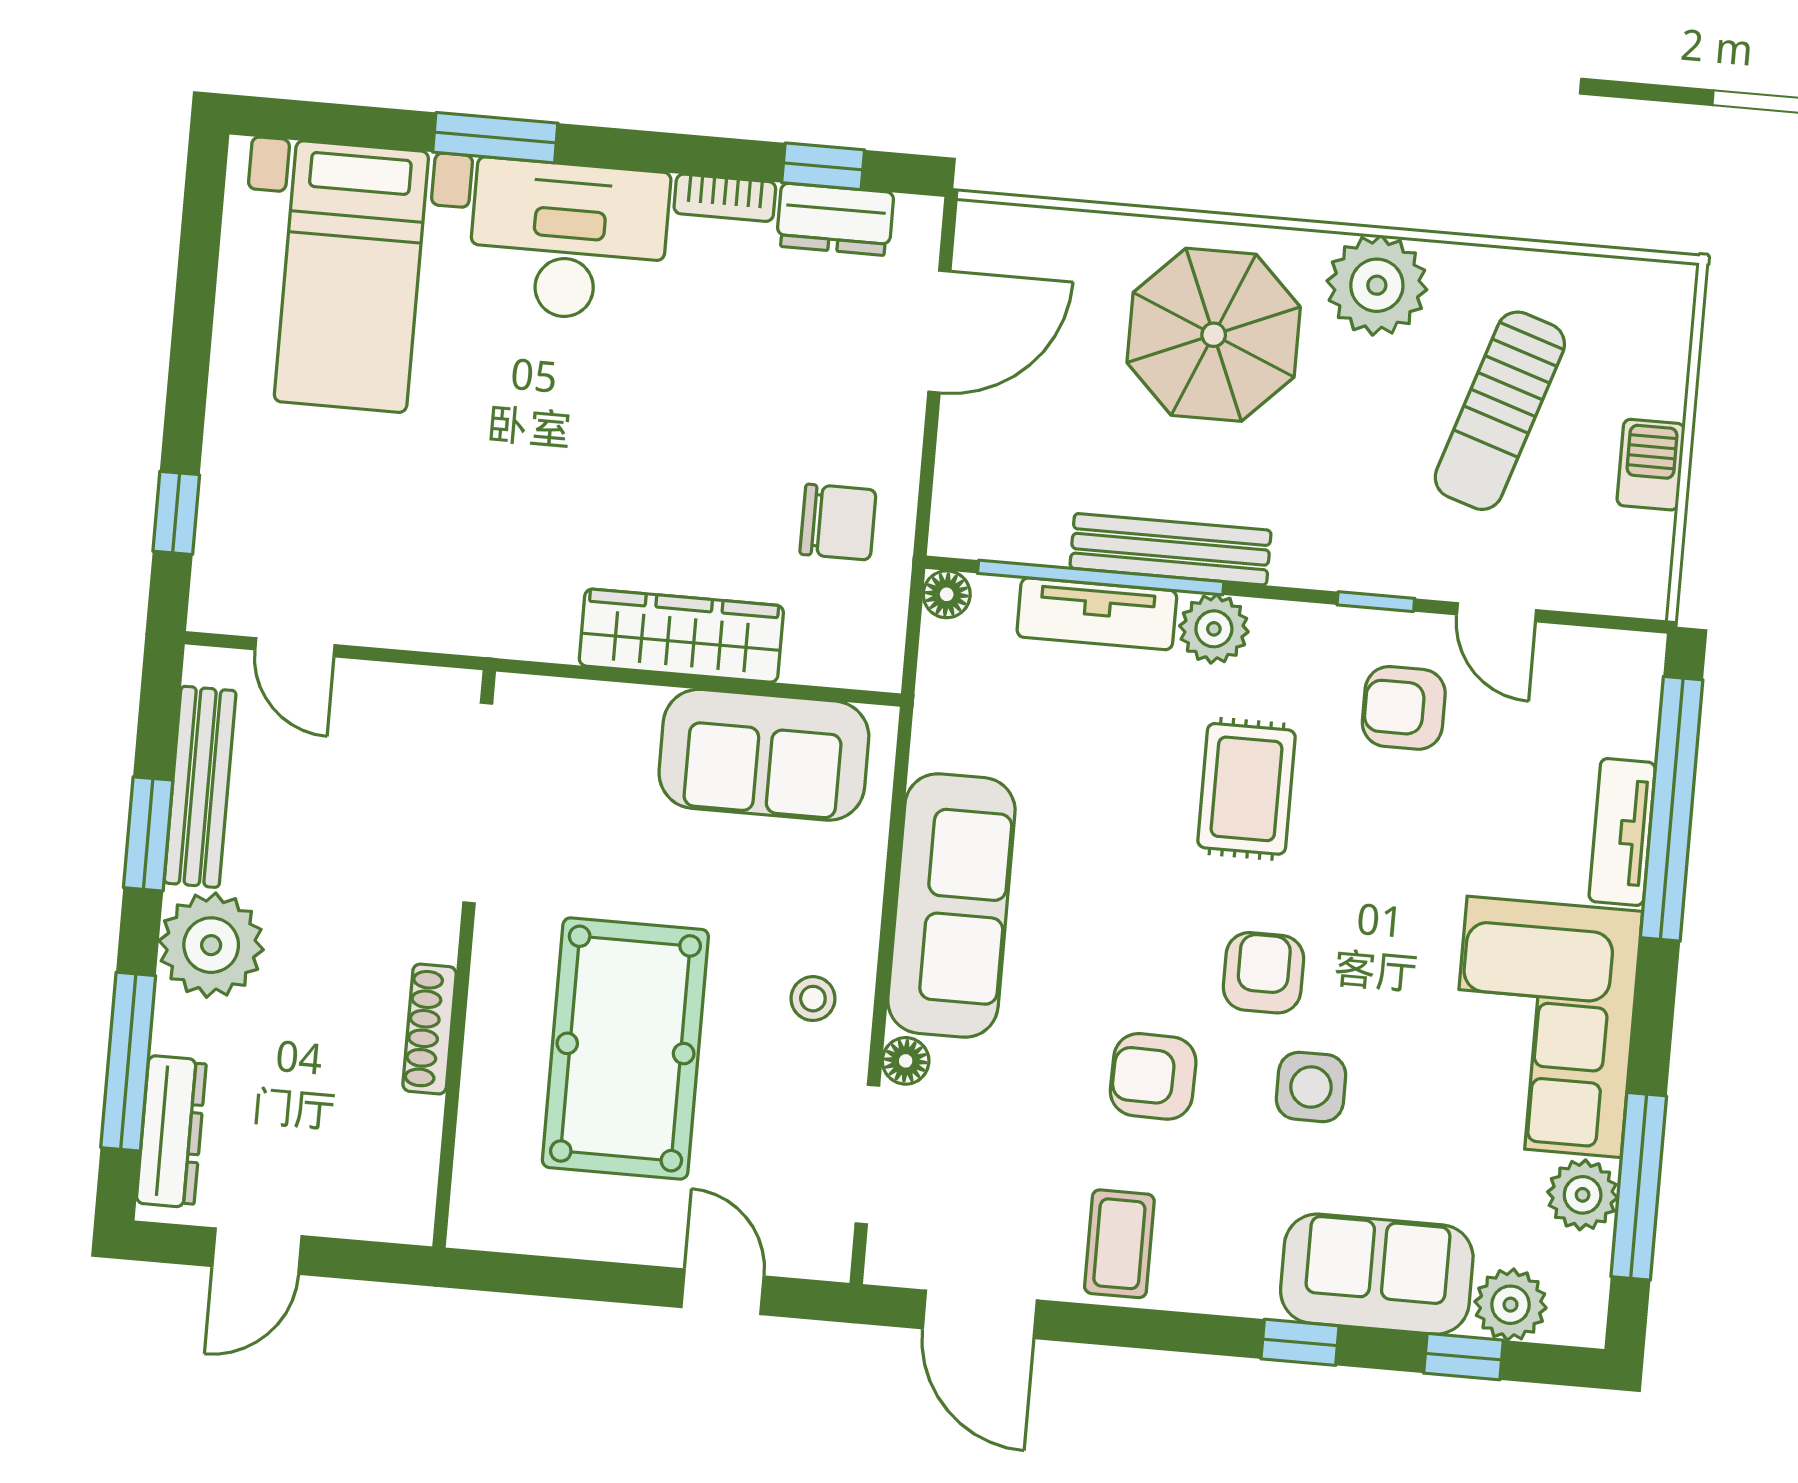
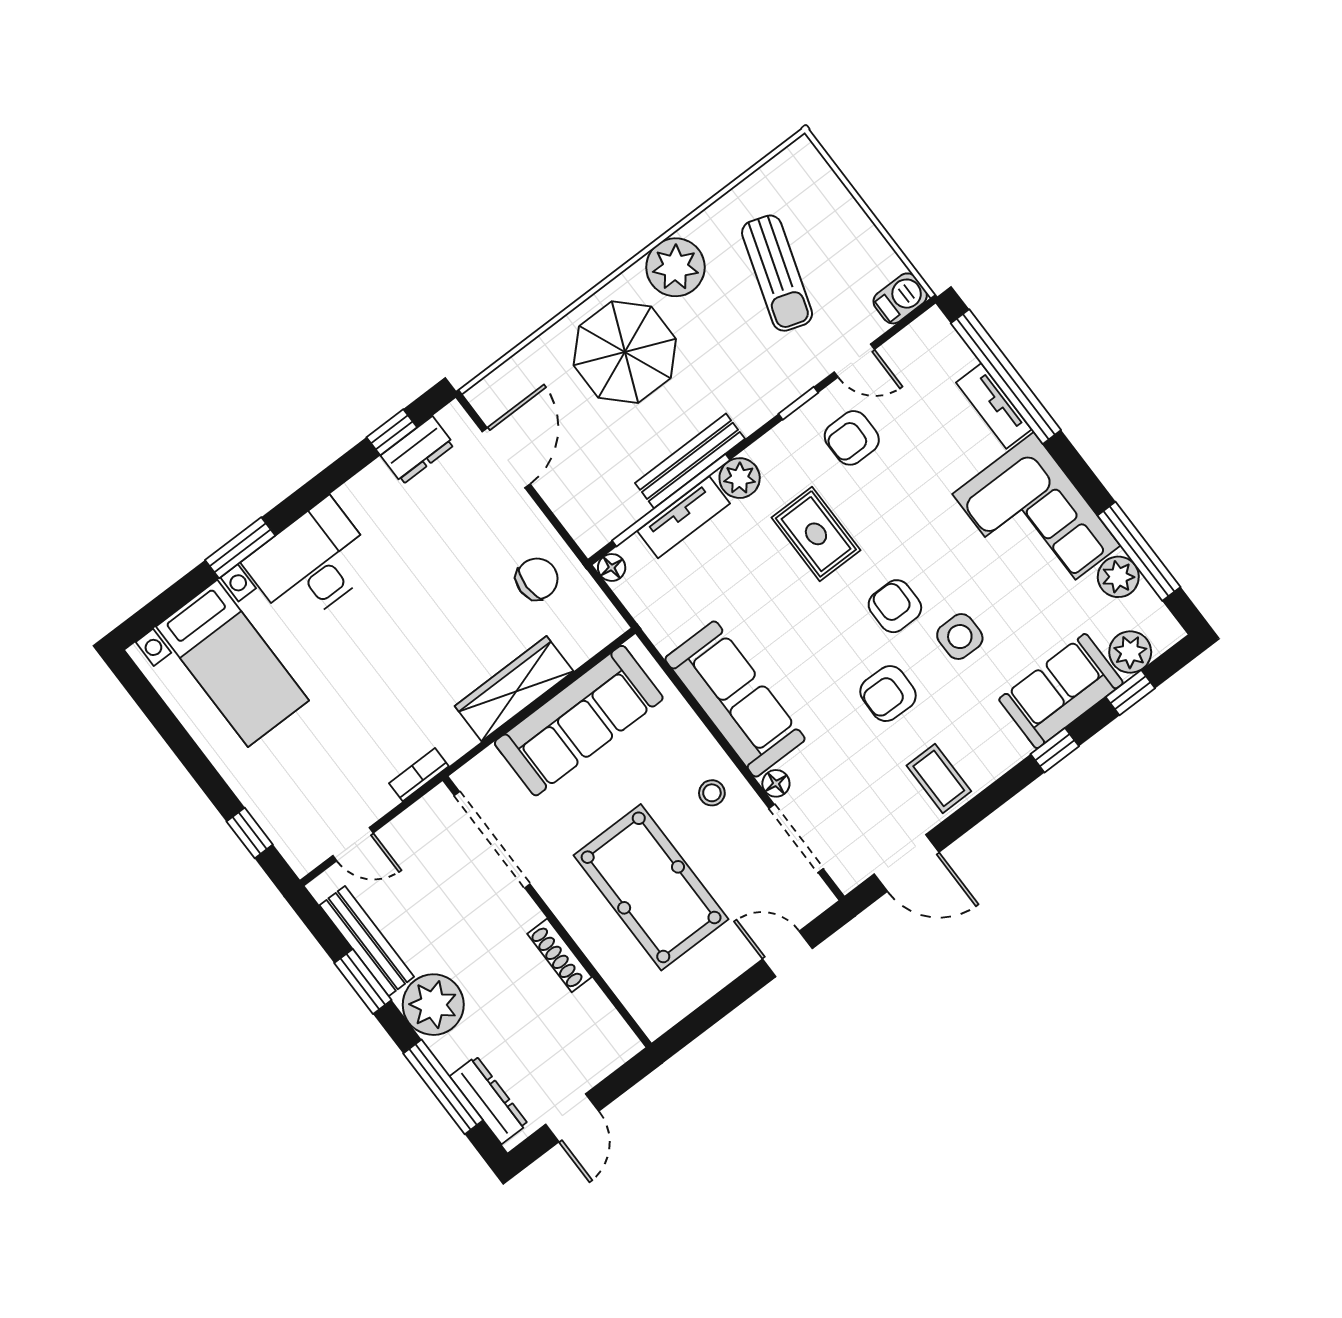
bookcase: (725, 198) -> (419, 775), moved, turned 180
barbecue: (1651, 465) -> (900, 298), moved, turned 90
sofa: (764, 755) -> (579, 721), width x1.36

